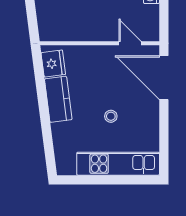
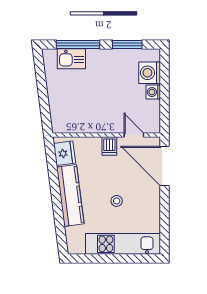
dishwasher: (103, 56) -> (109, 146), added
kitchen counter: (58, 99) -> (70, 196), width x1.50

